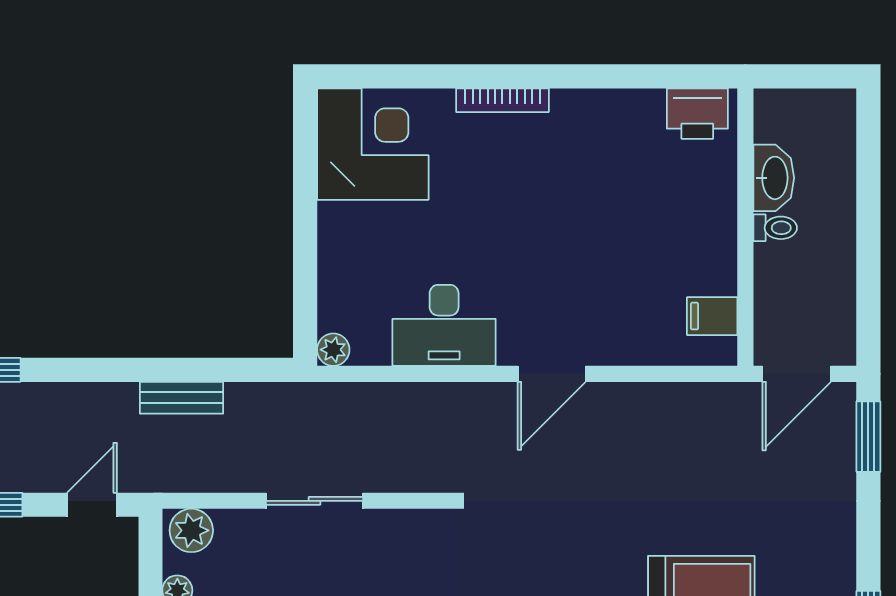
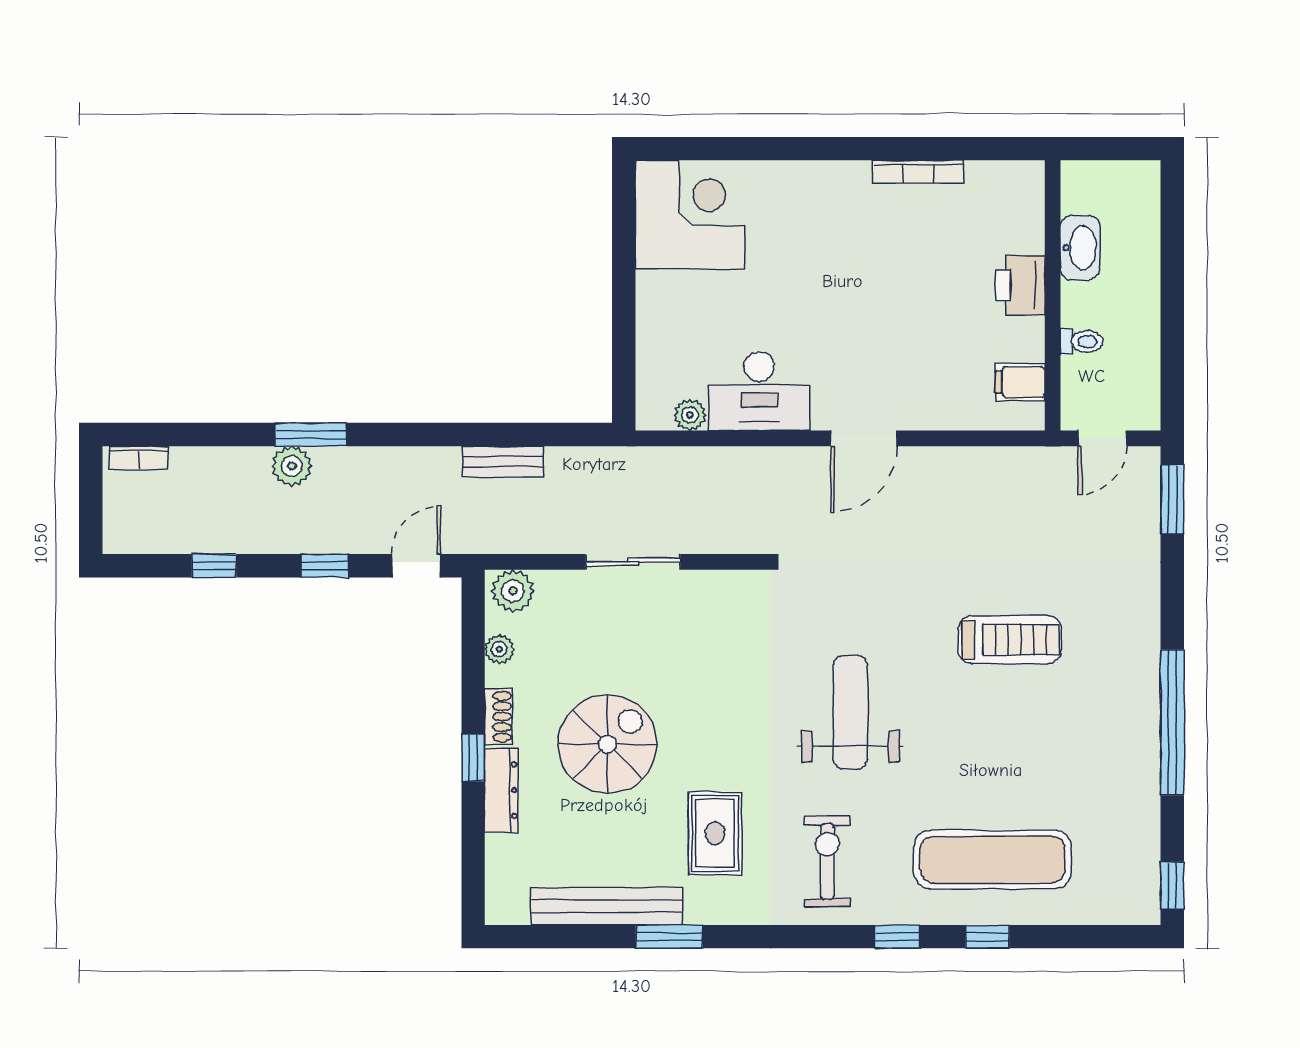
bookcase: (502, 100) -> (918, 172), moved
printer: (697, 114) -> (1020, 285), moved, turned 90
toilet: (775, 228) -> (1082, 342), moved
plant: (333, 350) -> (690, 415), moved
door: (797, 374) -> (1102, 438), width x0.73

